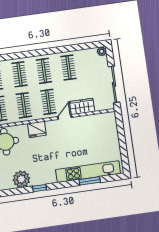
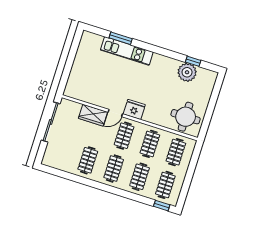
plant: (102, 51) -> (47, 161), removed
fridge: (37, 129) -> (134, 109), moved
kitchen unit: (88, 172) -> (127, 51), width x0.73
window: (40, 188) -> (193, 61), moved

